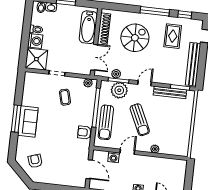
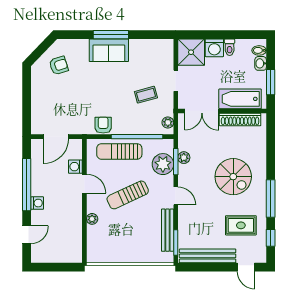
bathtub: (88, 27) -> (240, 99), moved
shoe rack: (104, 29) -> (240, 119), moved
wall: (96, 42) -> (222, 111), moved
double door: (94, 57) -> (202, 111), moved

